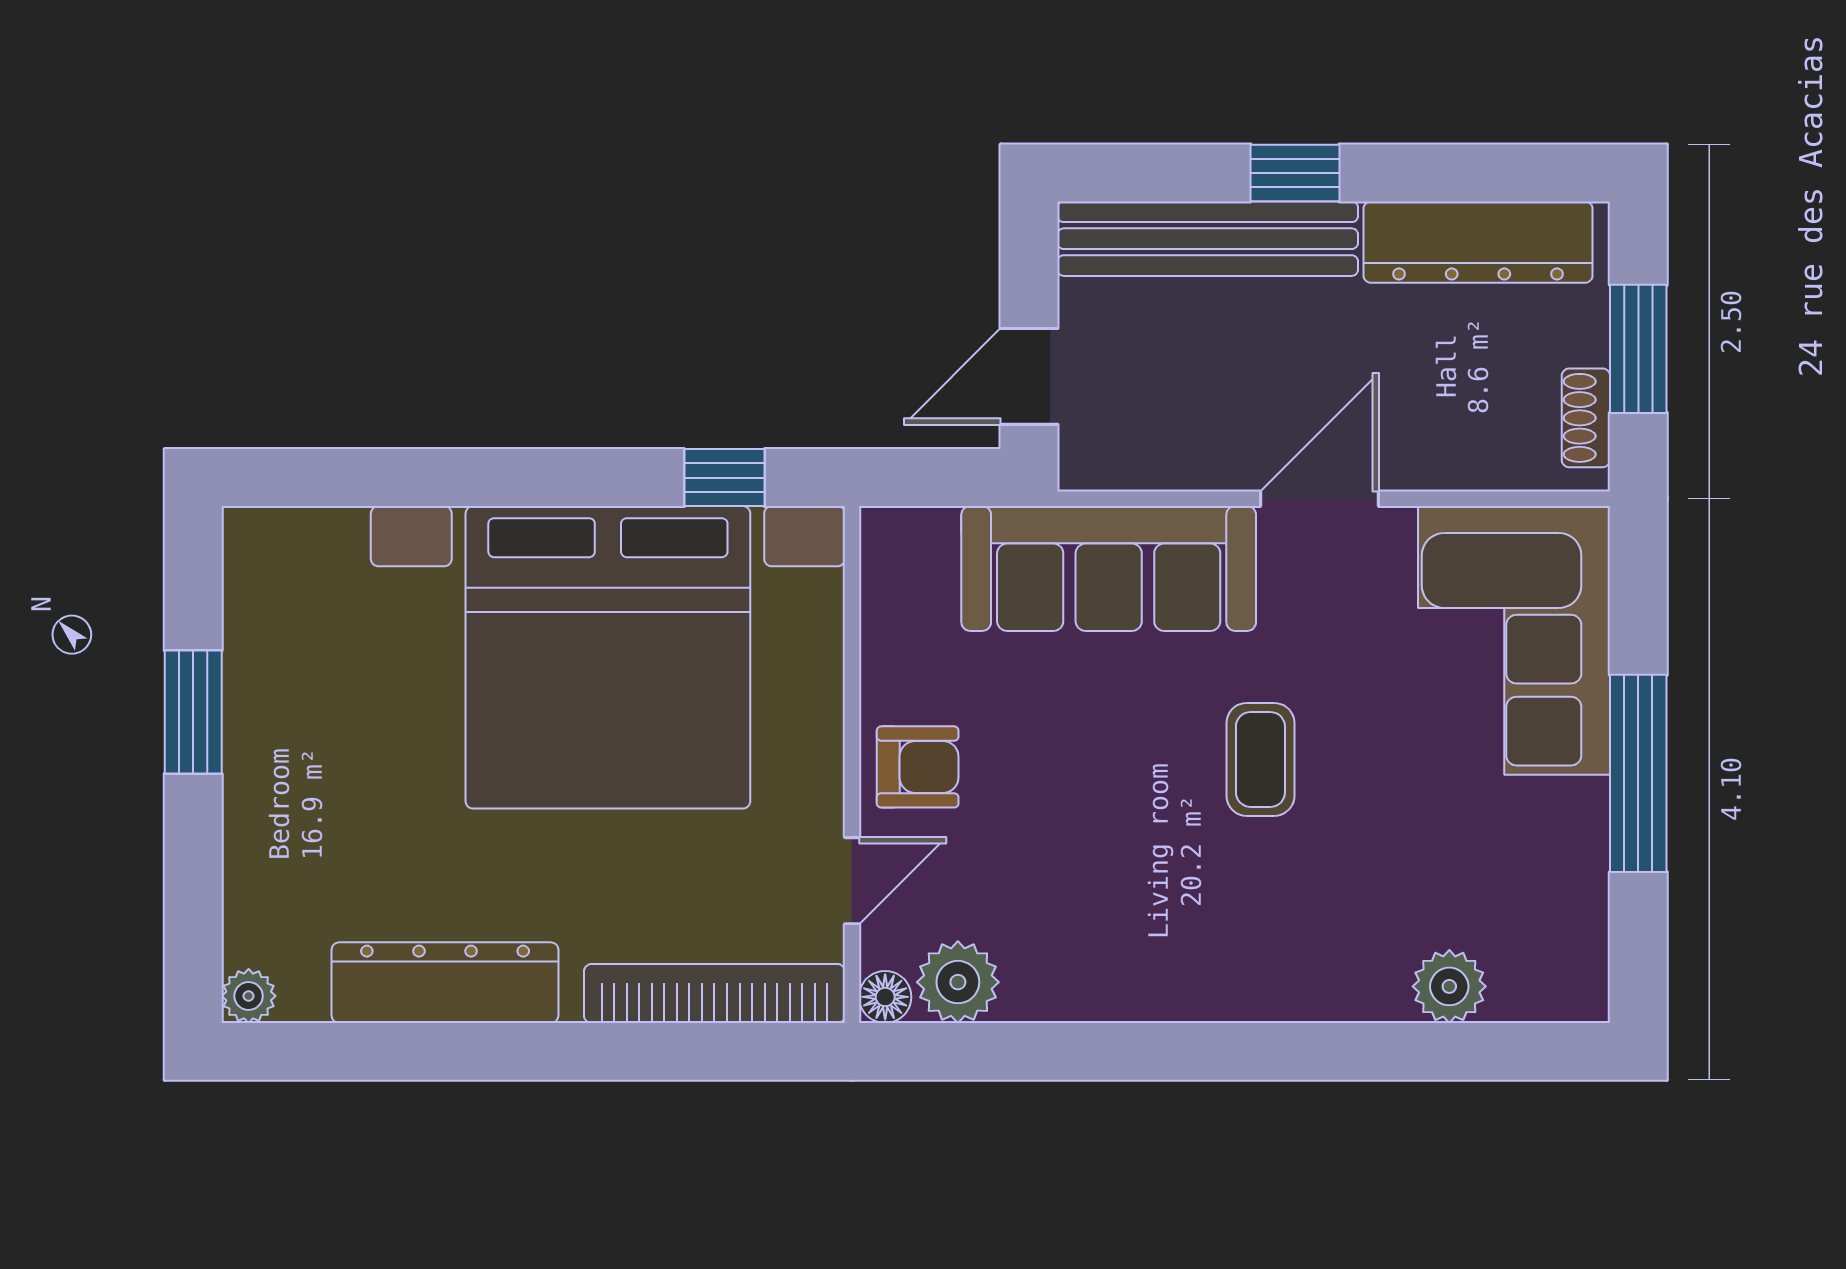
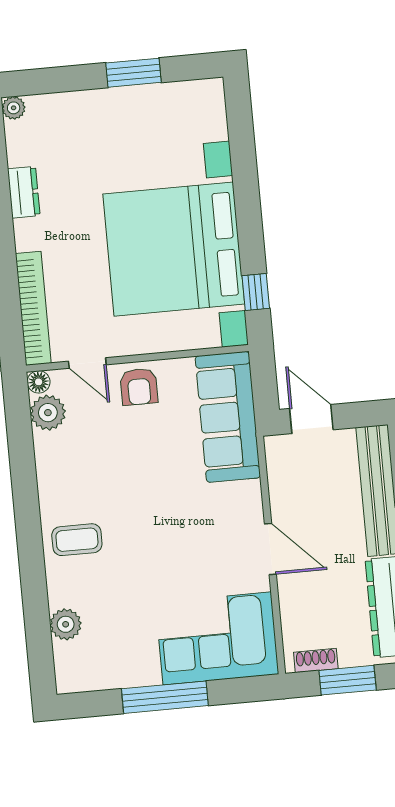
sofa: (1109, 568) -> (228, 417), moved
coffee table: (1260, 759) -> (77, 540), moved
dresser: (445, 983) -> (24, 192), width x0.51, depth x0.80

